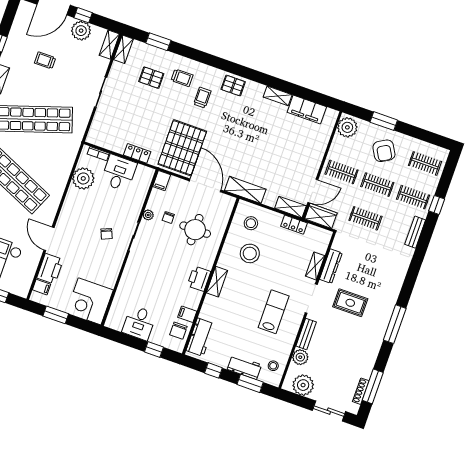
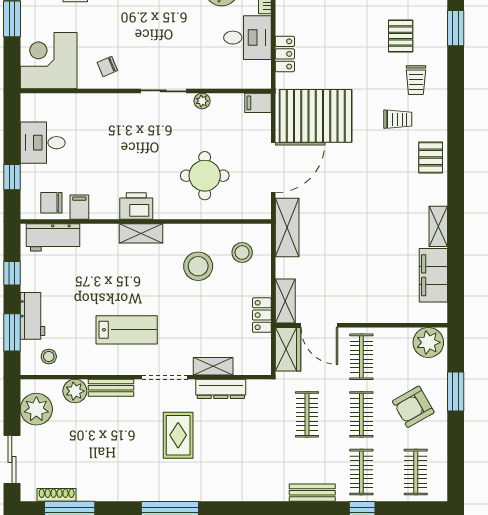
chair: (168, 217) -> (209, 131), removed
chair: (106, 234) -> (107, 66), moved

